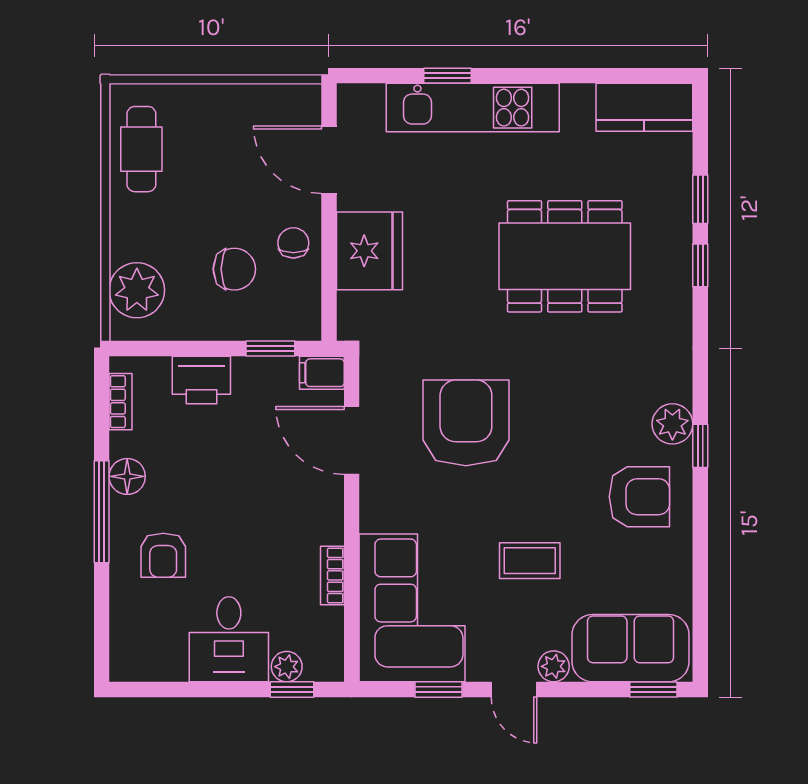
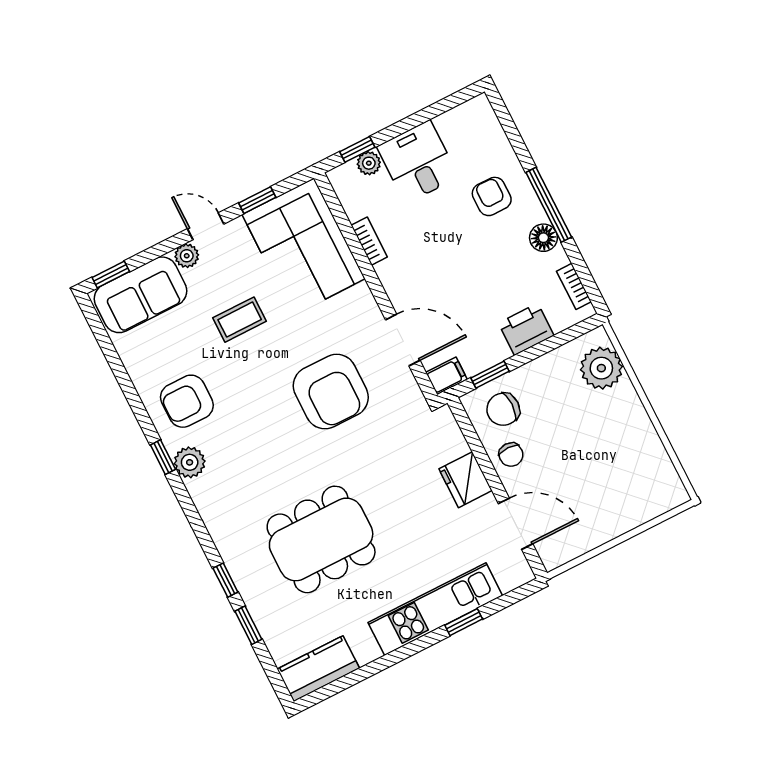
cafe table: (141, 149) -> (647, 466), removed
fridge: (369, 251) -> (465, 480), width x0.73, depth x0.75
chair: (234, 269) -> (503, 409), moved

